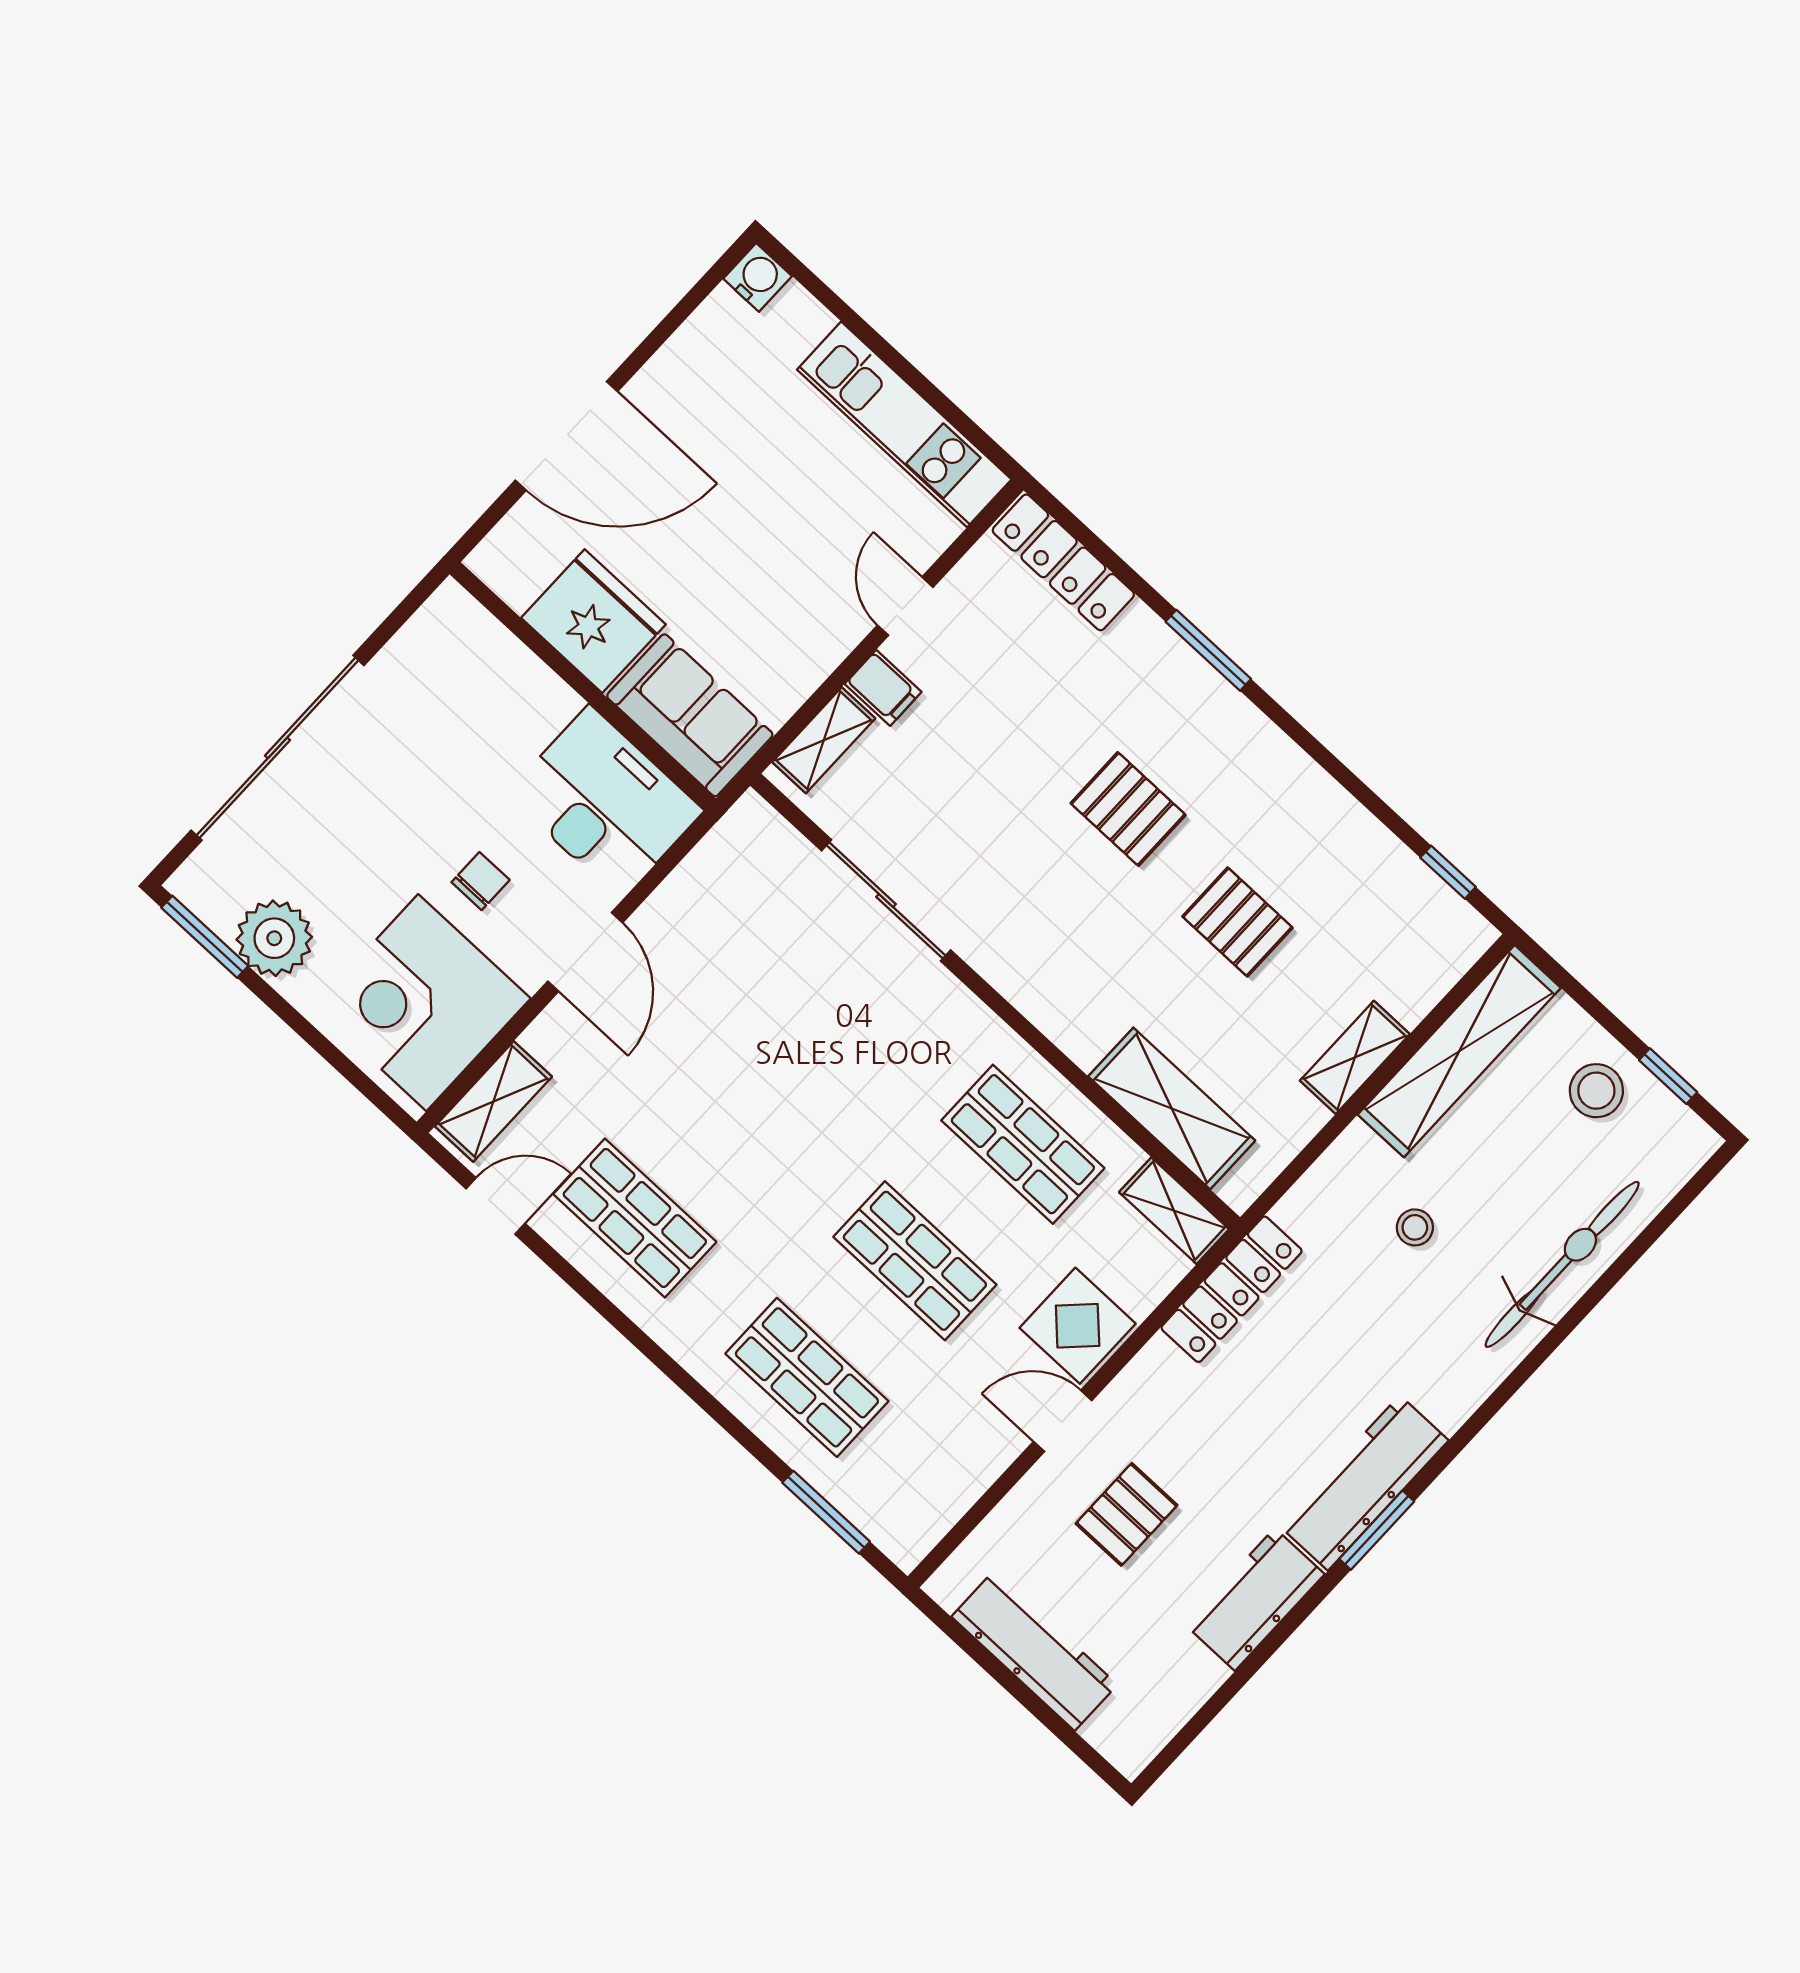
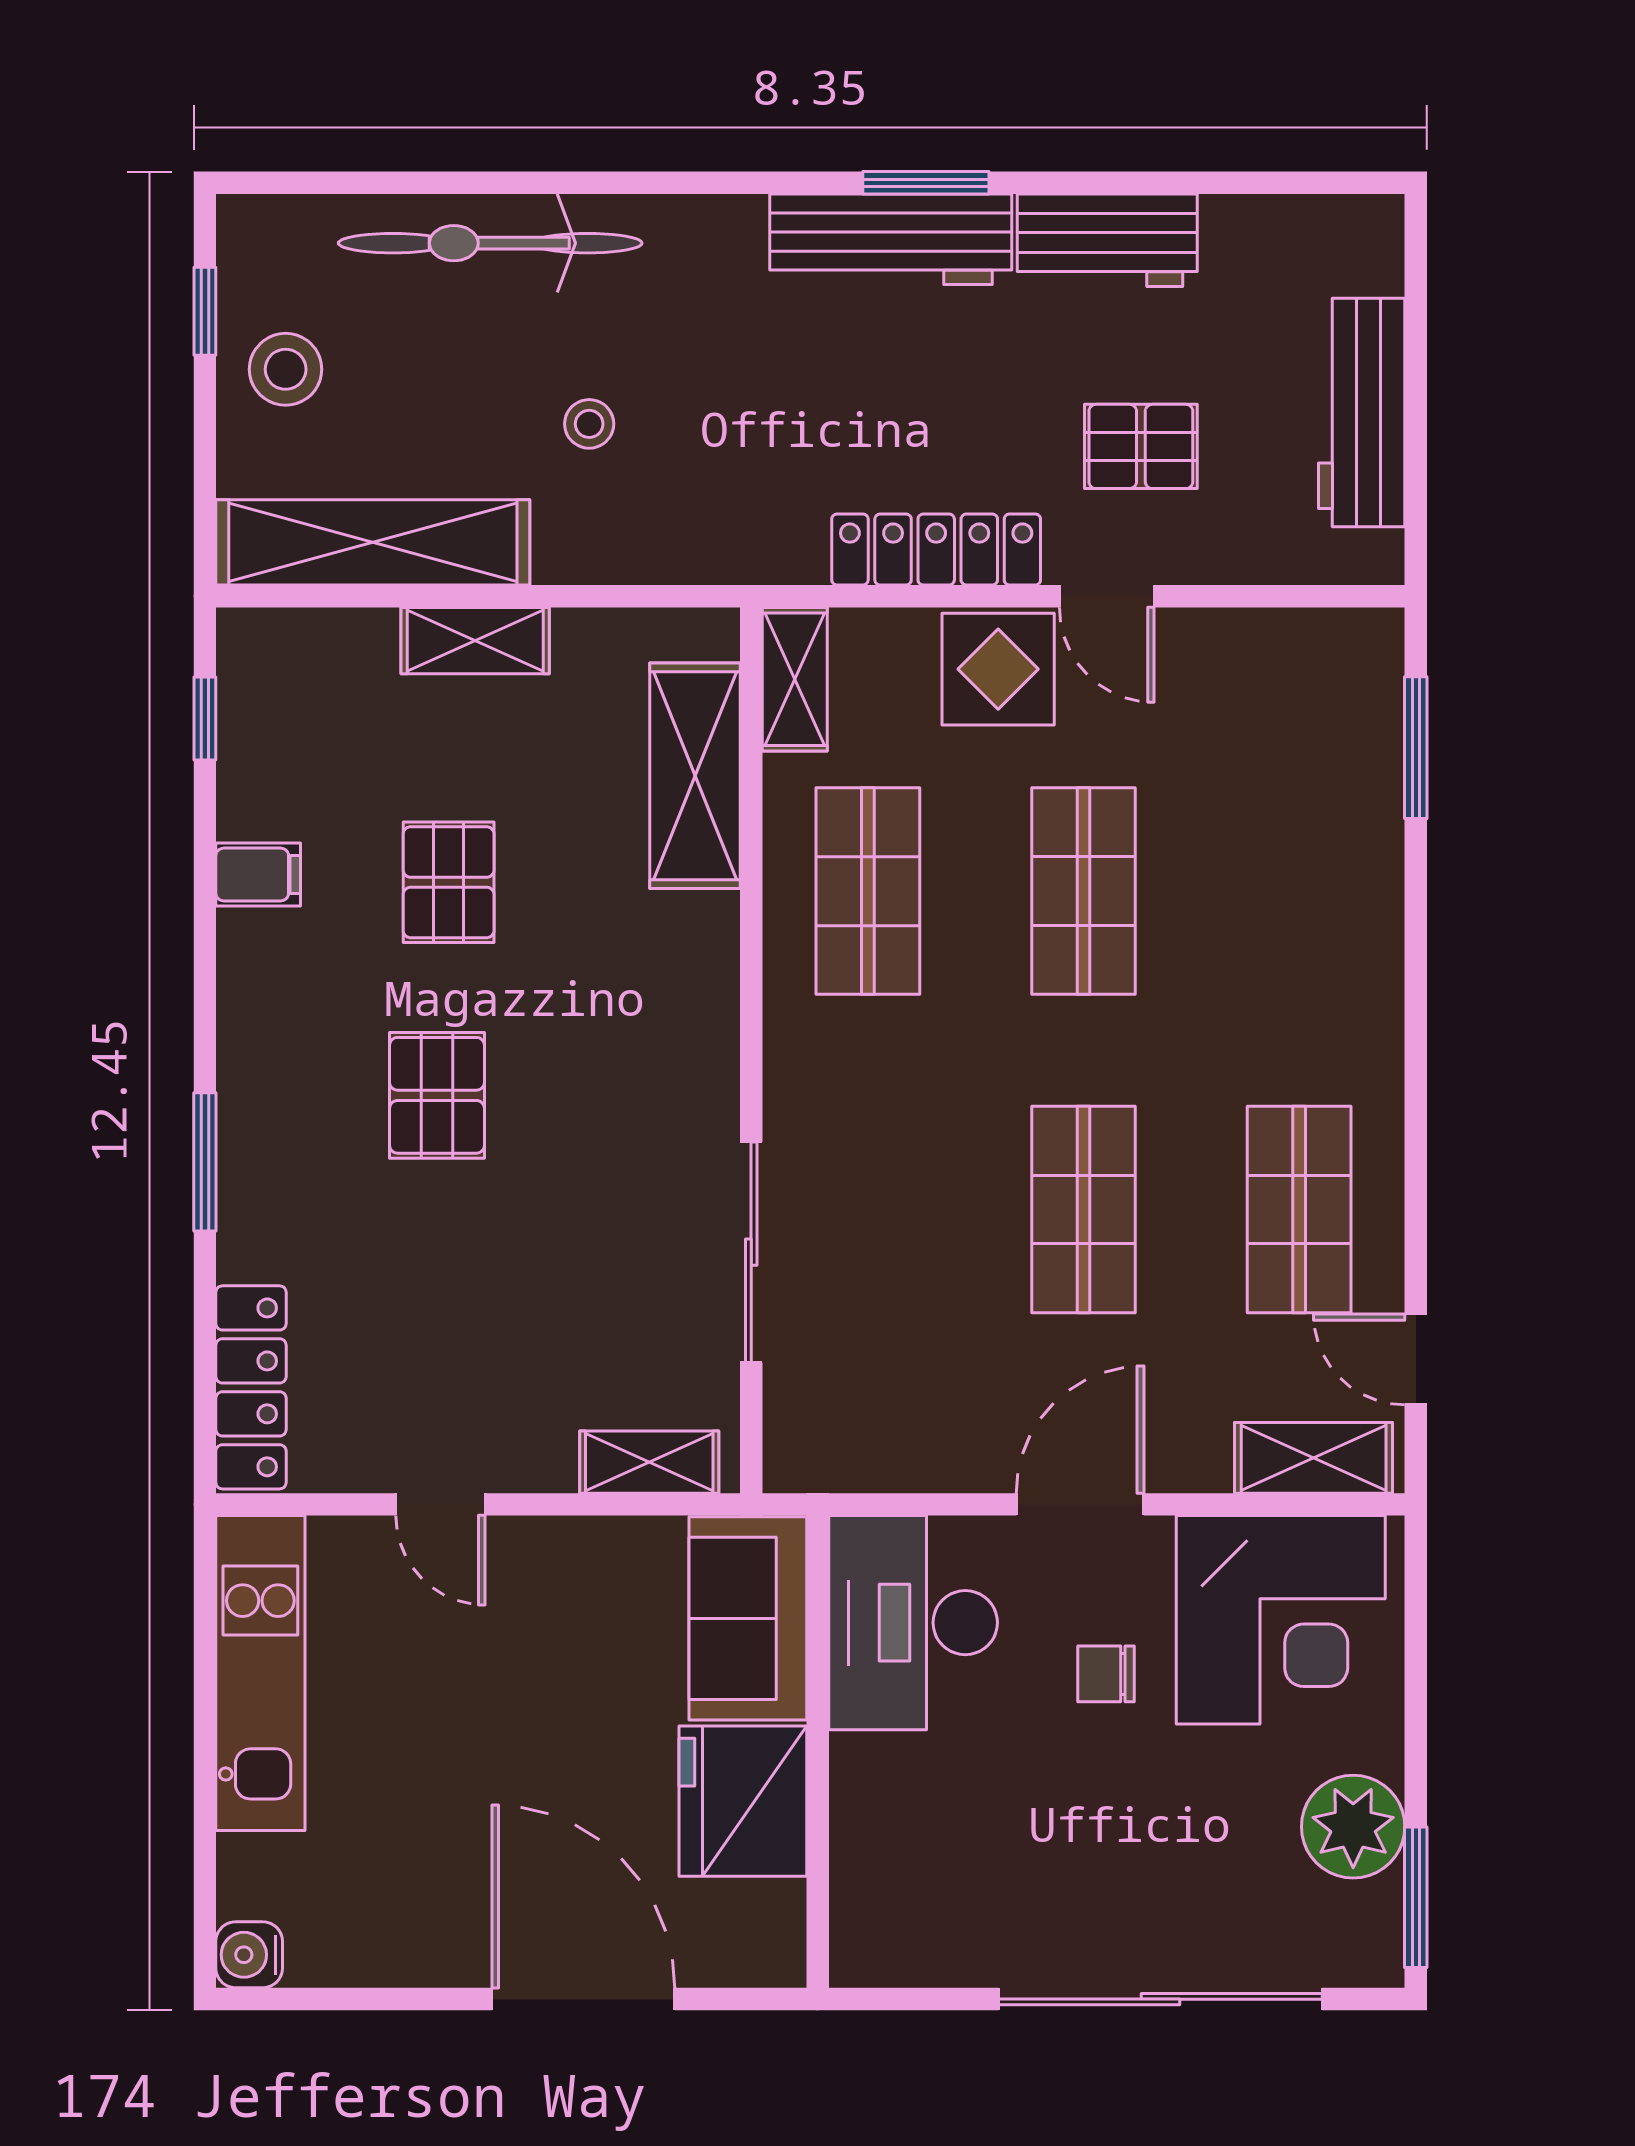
door: (905, 606) -> (440, 1504), hinge flipped
filing cabinet: (883, 688) -> (258, 875), moved, turned 90
locker: (1232, 1289) -> (936, 549), moved
shop shelf: (807, 1377) -> (1083, 1209), moved

